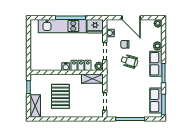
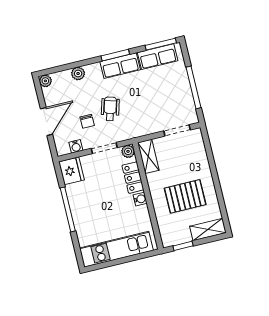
kitchen unit: (62, 26) -> (116, 249), moved, turned -90
row of seats: (156, 64) -> (120, 66), moved

